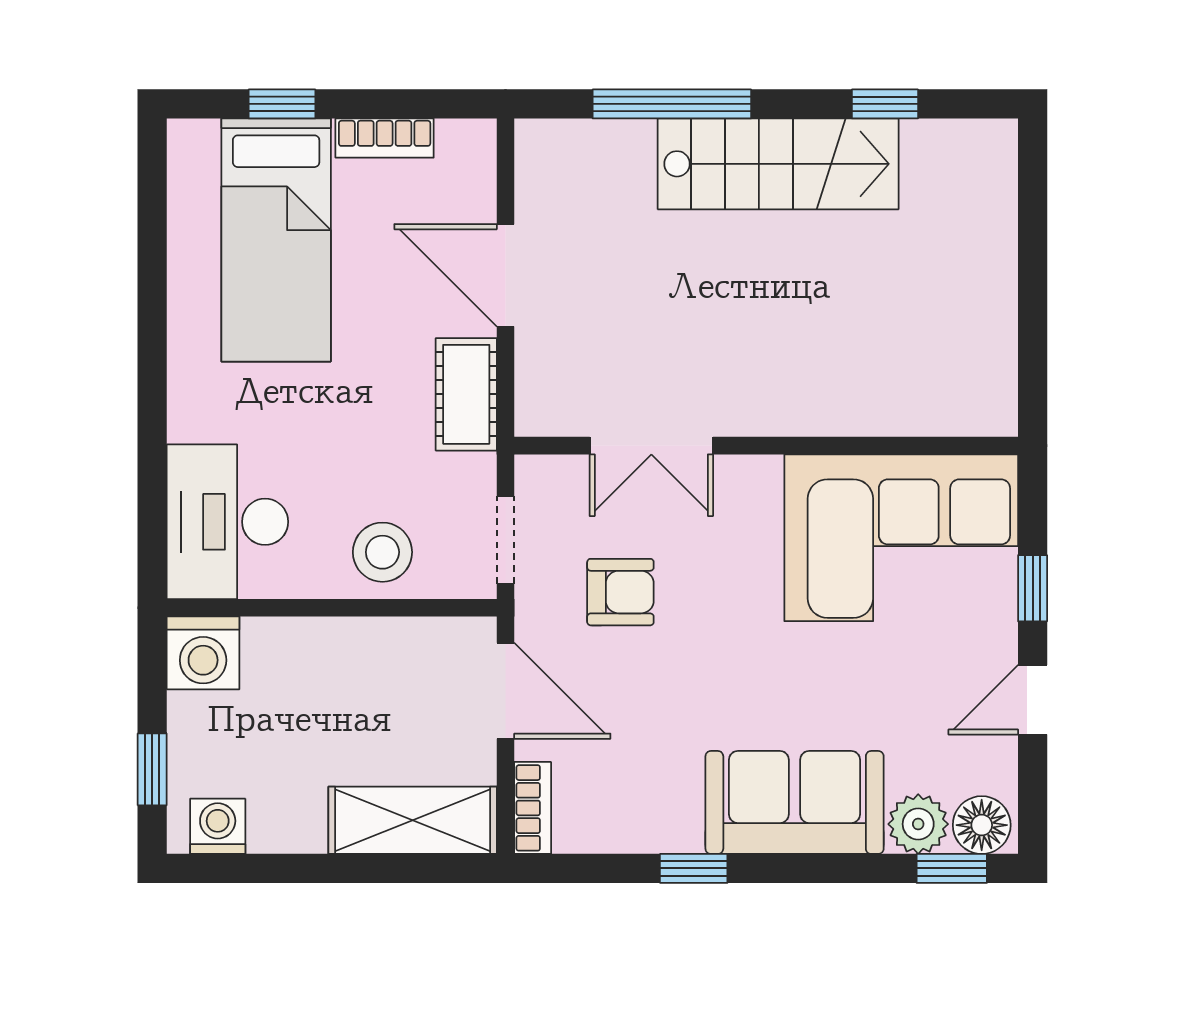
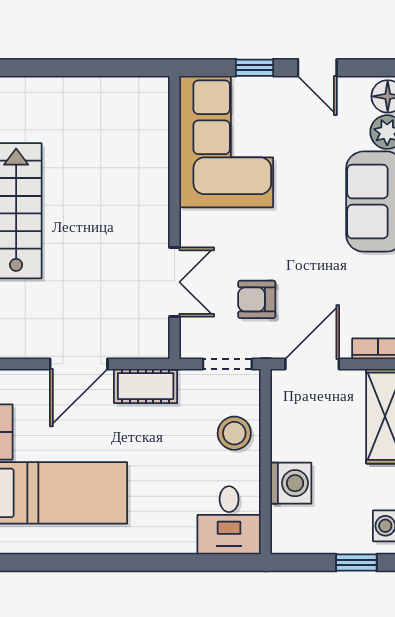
desk: (227, 522) -> (229, 520), width x0.73
armchair: (620, 592) -> (257, 299), turned -90
washing machine: (203, 653) -> (291, 483), moved

